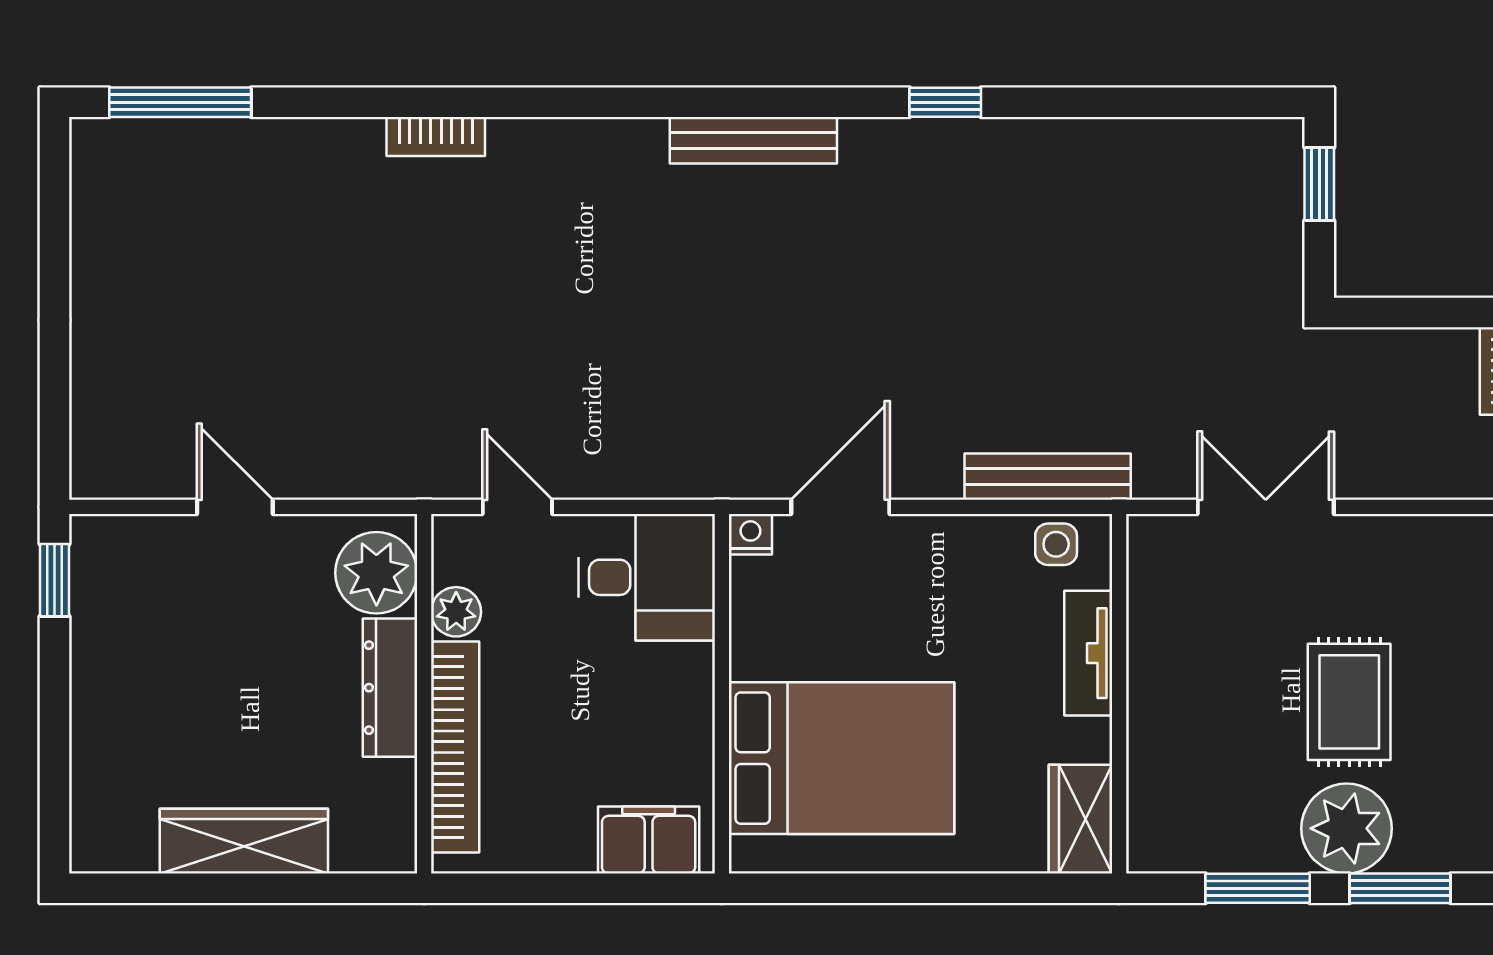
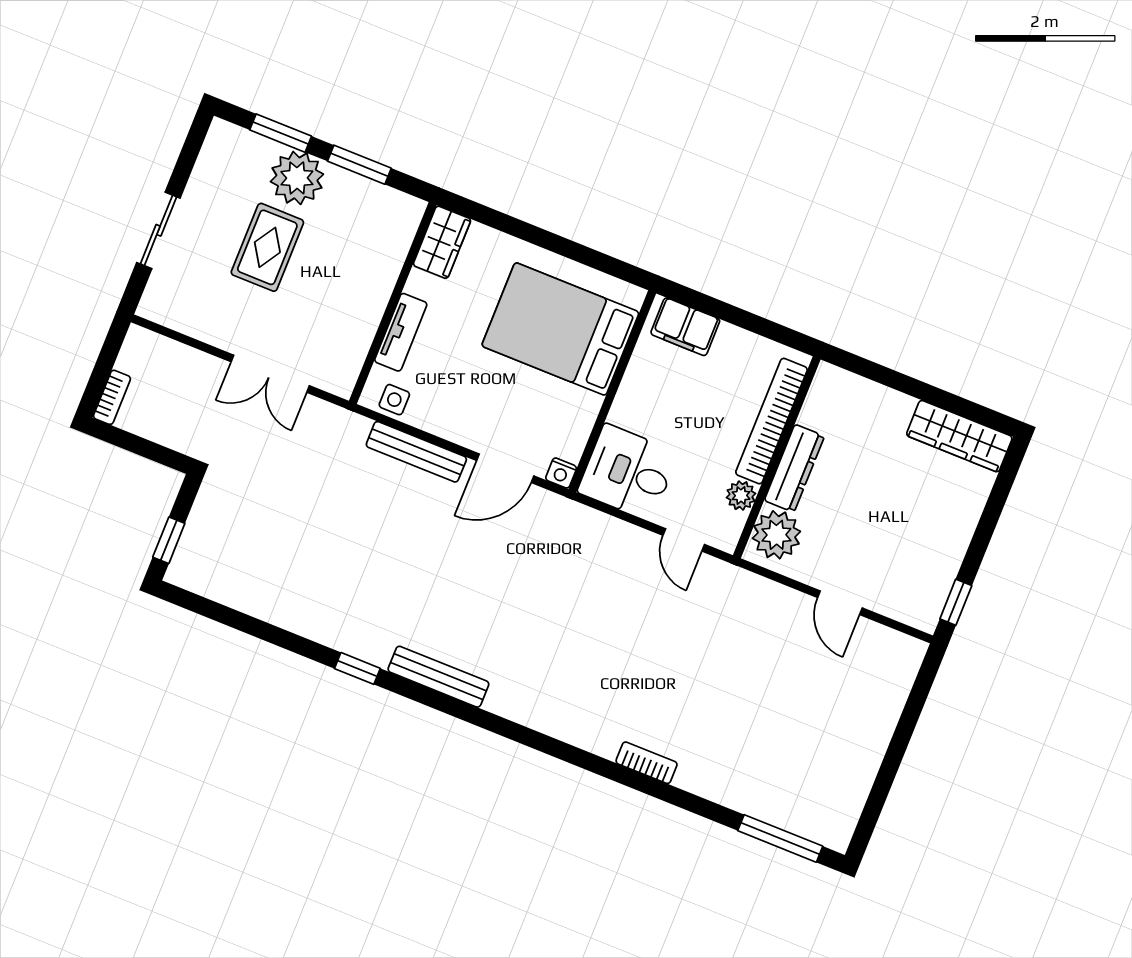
bench: (753, 140) -> (438, 677), moved
bench: (1048, 477) -> (416, 452), moved
wardrobe: (244, 841) -> (959, 436), moved

